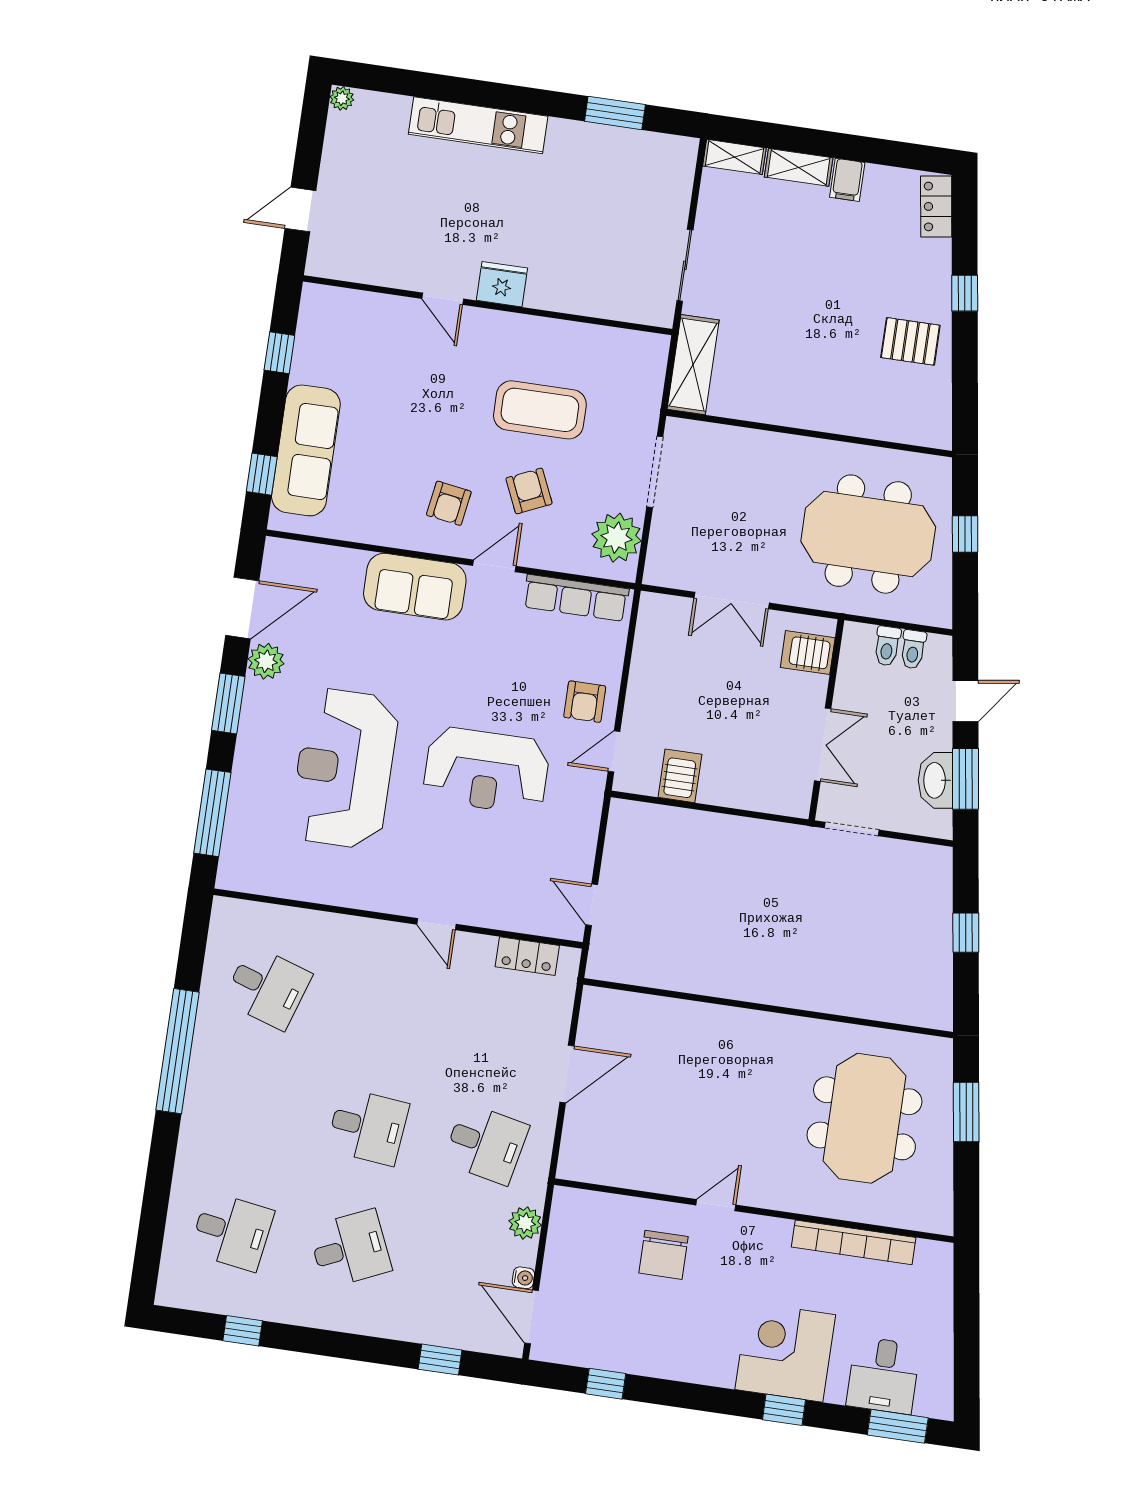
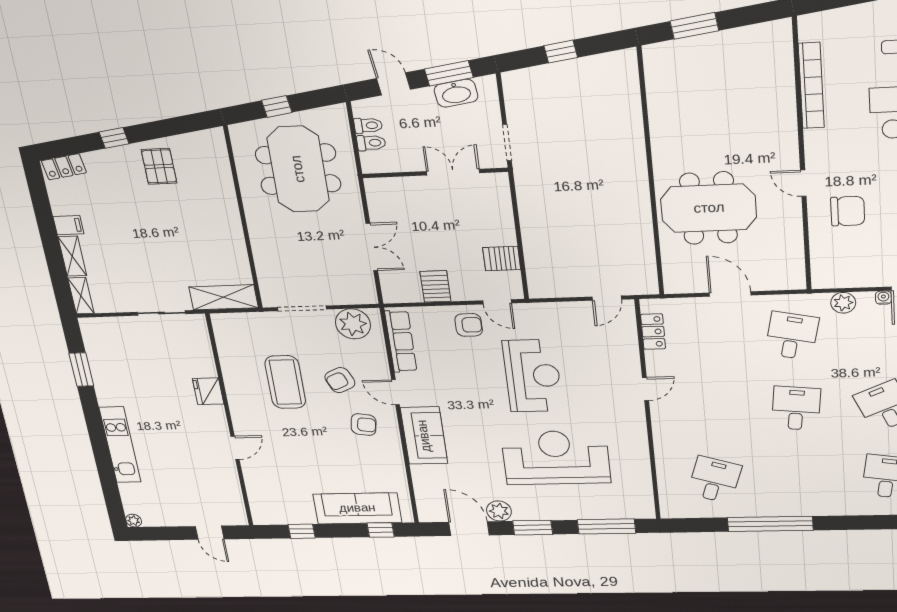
fridge: (502, 284) -> (208, 391), moved
server rack: (808, 653) -> (435, 286), moved, turned 180
reception desk: (344, 768) -> (556, 458), turned 180
meeting table: (864, 1118) -> (709, 208), moved

